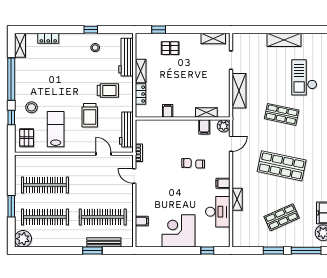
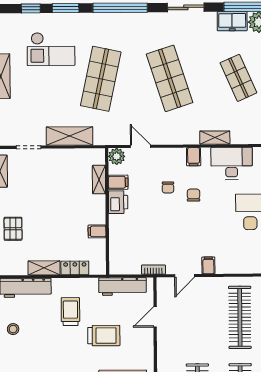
shop shelf: (282, 114) -> (101, 79), width x1.43, depth x1.36
printer: (189, 127) -> (118, 202), added
chair: (186, 163) -> (194, 195), moved
shop shelf: (282, 166) -> (170, 78), turned -30
filing cabinet: (142, 221) -> (208, 265), moved

